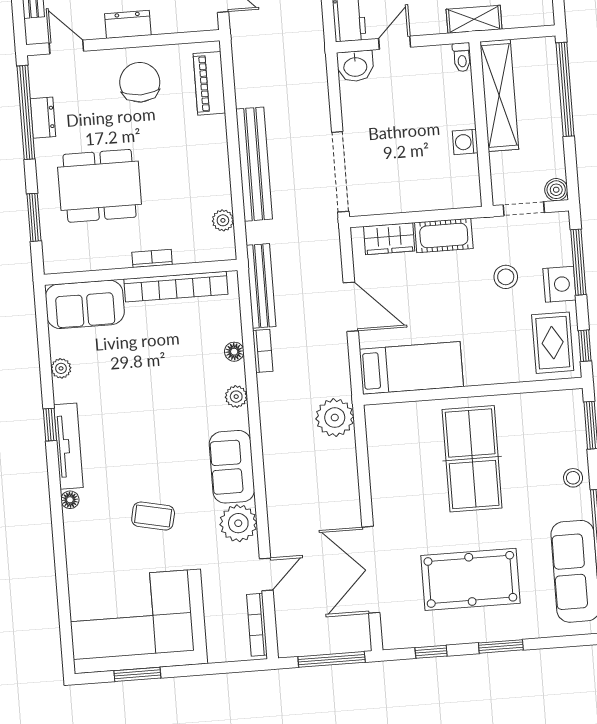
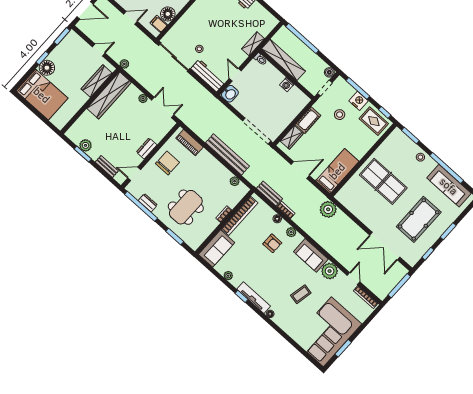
chair: (140, 82) -> (167, 163), turned 90
bench: (261, 286) -> (270, 193), width x0.73
armchair: (187, 385) -> (272, 243), added

